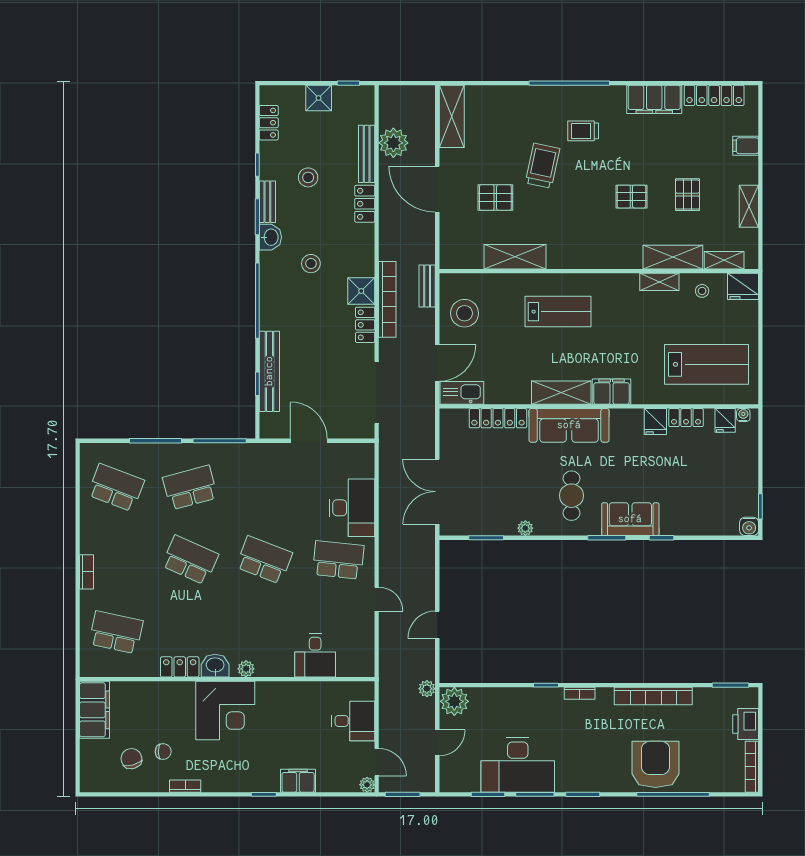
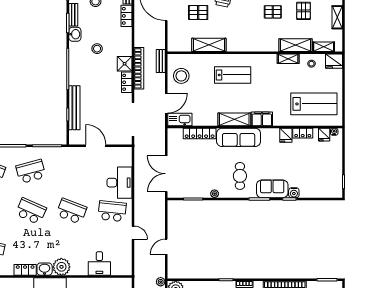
water cooler: (749, 526) -> (294, 193), moved
plant: (246, 669) -> (61, 267), width x1.88, depth x1.88

